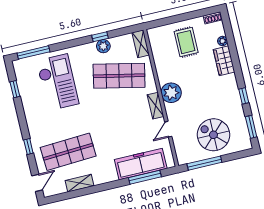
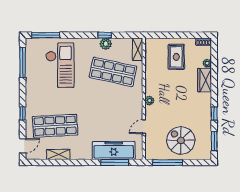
window: (15, 89) -> (23, 62), width x2.17
plant: (171, 93) -> (150, 101), width x0.53, depth x0.53
shelving: (155, 106) -> (138, 104), removed

